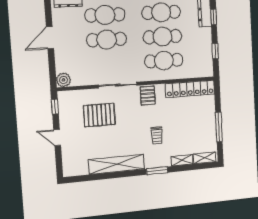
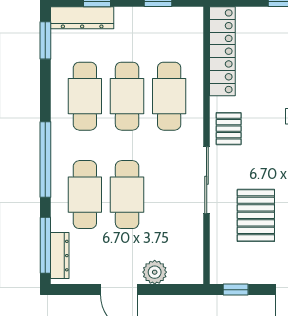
plant: (63, 80) -> (155, 272), moved
pallet: (148, 96) -> (229, 129), turned 90

